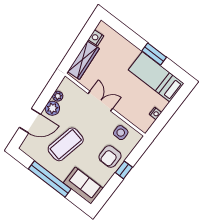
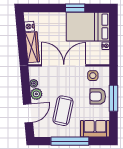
bed: (156, 77) -> (88, 27), width x1.50
double door: (100, 101) -> (64, 65), width x1.87
armchair: (110, 156) -> (98, 96), turned 90
window: (124, 170) -> (114, 98), width x2.17

